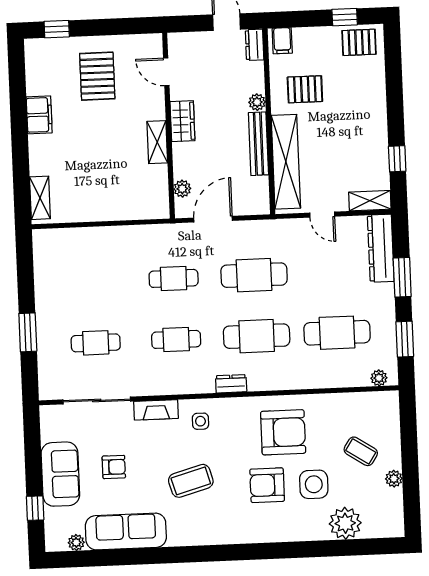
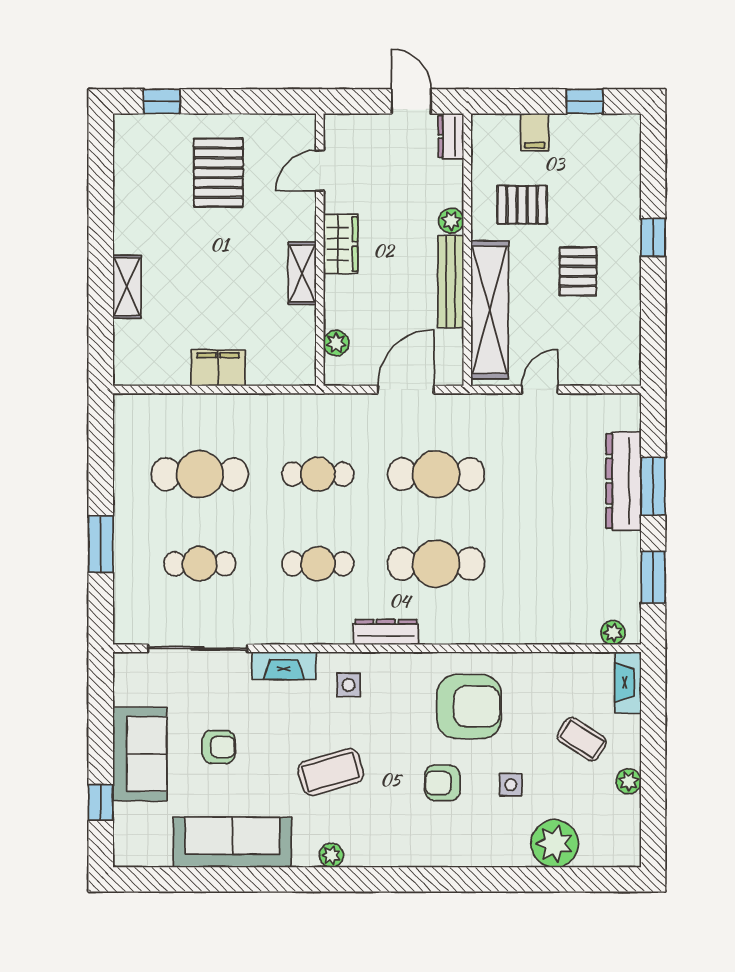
filing cabinet: (282, 41) -> (535, 132), moved
pallet: (359, 42) -> (578, 271), moved, turned 90
door: (166, 72) -> (320, 171), hinge flipped
filing cabinet: (39, 115) -> (218, 368), moved, turned -90
window: (397, 159) -> (653, 237), moved
shelving: (40, 198) -> (127, 287), moved
shelving: (370, 201) -> (611, 372), removed
door: (322, 215) -> (540, 390), swing flipped
door: (213, 219) -> (406, 390), moved
dresser: (381, 248) -> (624, 481), moved
cafe table: (337, 333) -> (200, 474), moved
dresser: (231, 384) -> (386, 632), width x1.44
fireplace: (391, 412) -> (628, 683), added
side table: (314, 484) -> (511, 785), width x0.54, depth x0.54
armchair: (267, 485) -> (442, 783), width x0.72, depth x0.72
plant: (76, 542) -> (331, 855), moved

